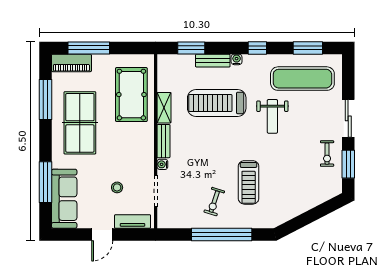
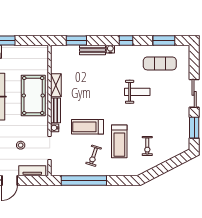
exercise mat: (302, 79) -> (160, 63), width x0.73, depth x0.69
pool table: (131, 95) -> (33, 96), moved
treadmill: (217, 103) -> (88, 127), moved, width x0.73, depth x0.73
weight bench: (272, 116) -> (137, 92), turned -90
exercise bike: (327, 154) -> (147, 146), moved
window: (222, 234) -> (84, 180), moved

